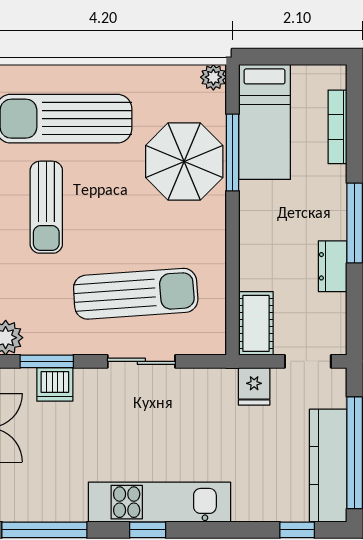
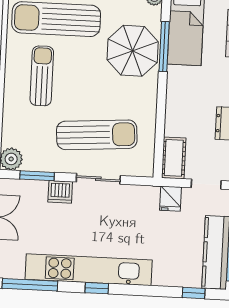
sun lounger: (46, 207) -> (42, 76), turned 180
dishwasher: (55, 384) -> (60, 192), moved
kitchen unit: (159, 502) -> (89, 270), width x1.36

